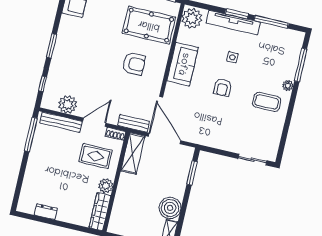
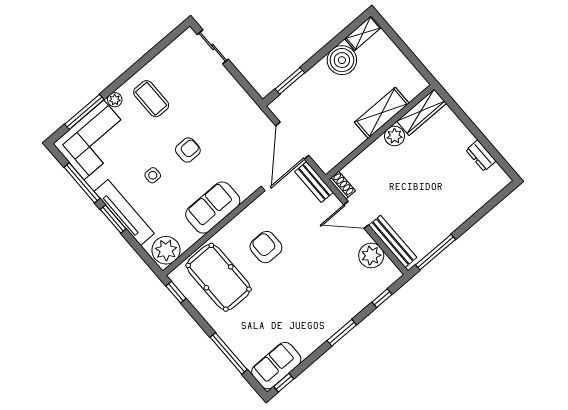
corner sofa: (283, 53) -> (94, 140), added
shelving: (133, 153) -> (382, 113), moved
rug: (96, 156) -> (382, 176), removed

